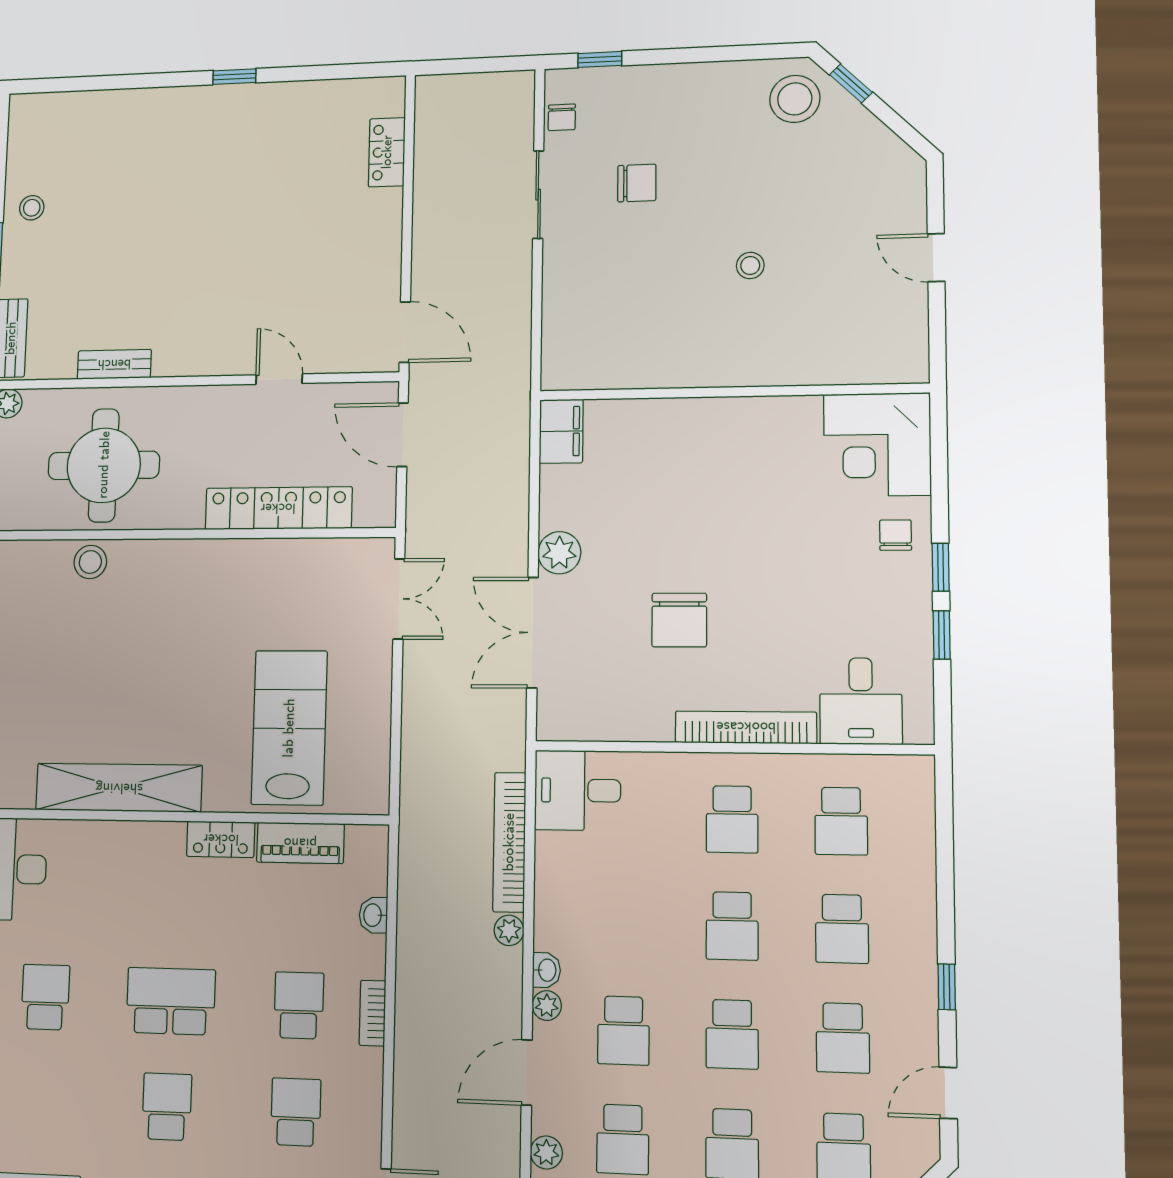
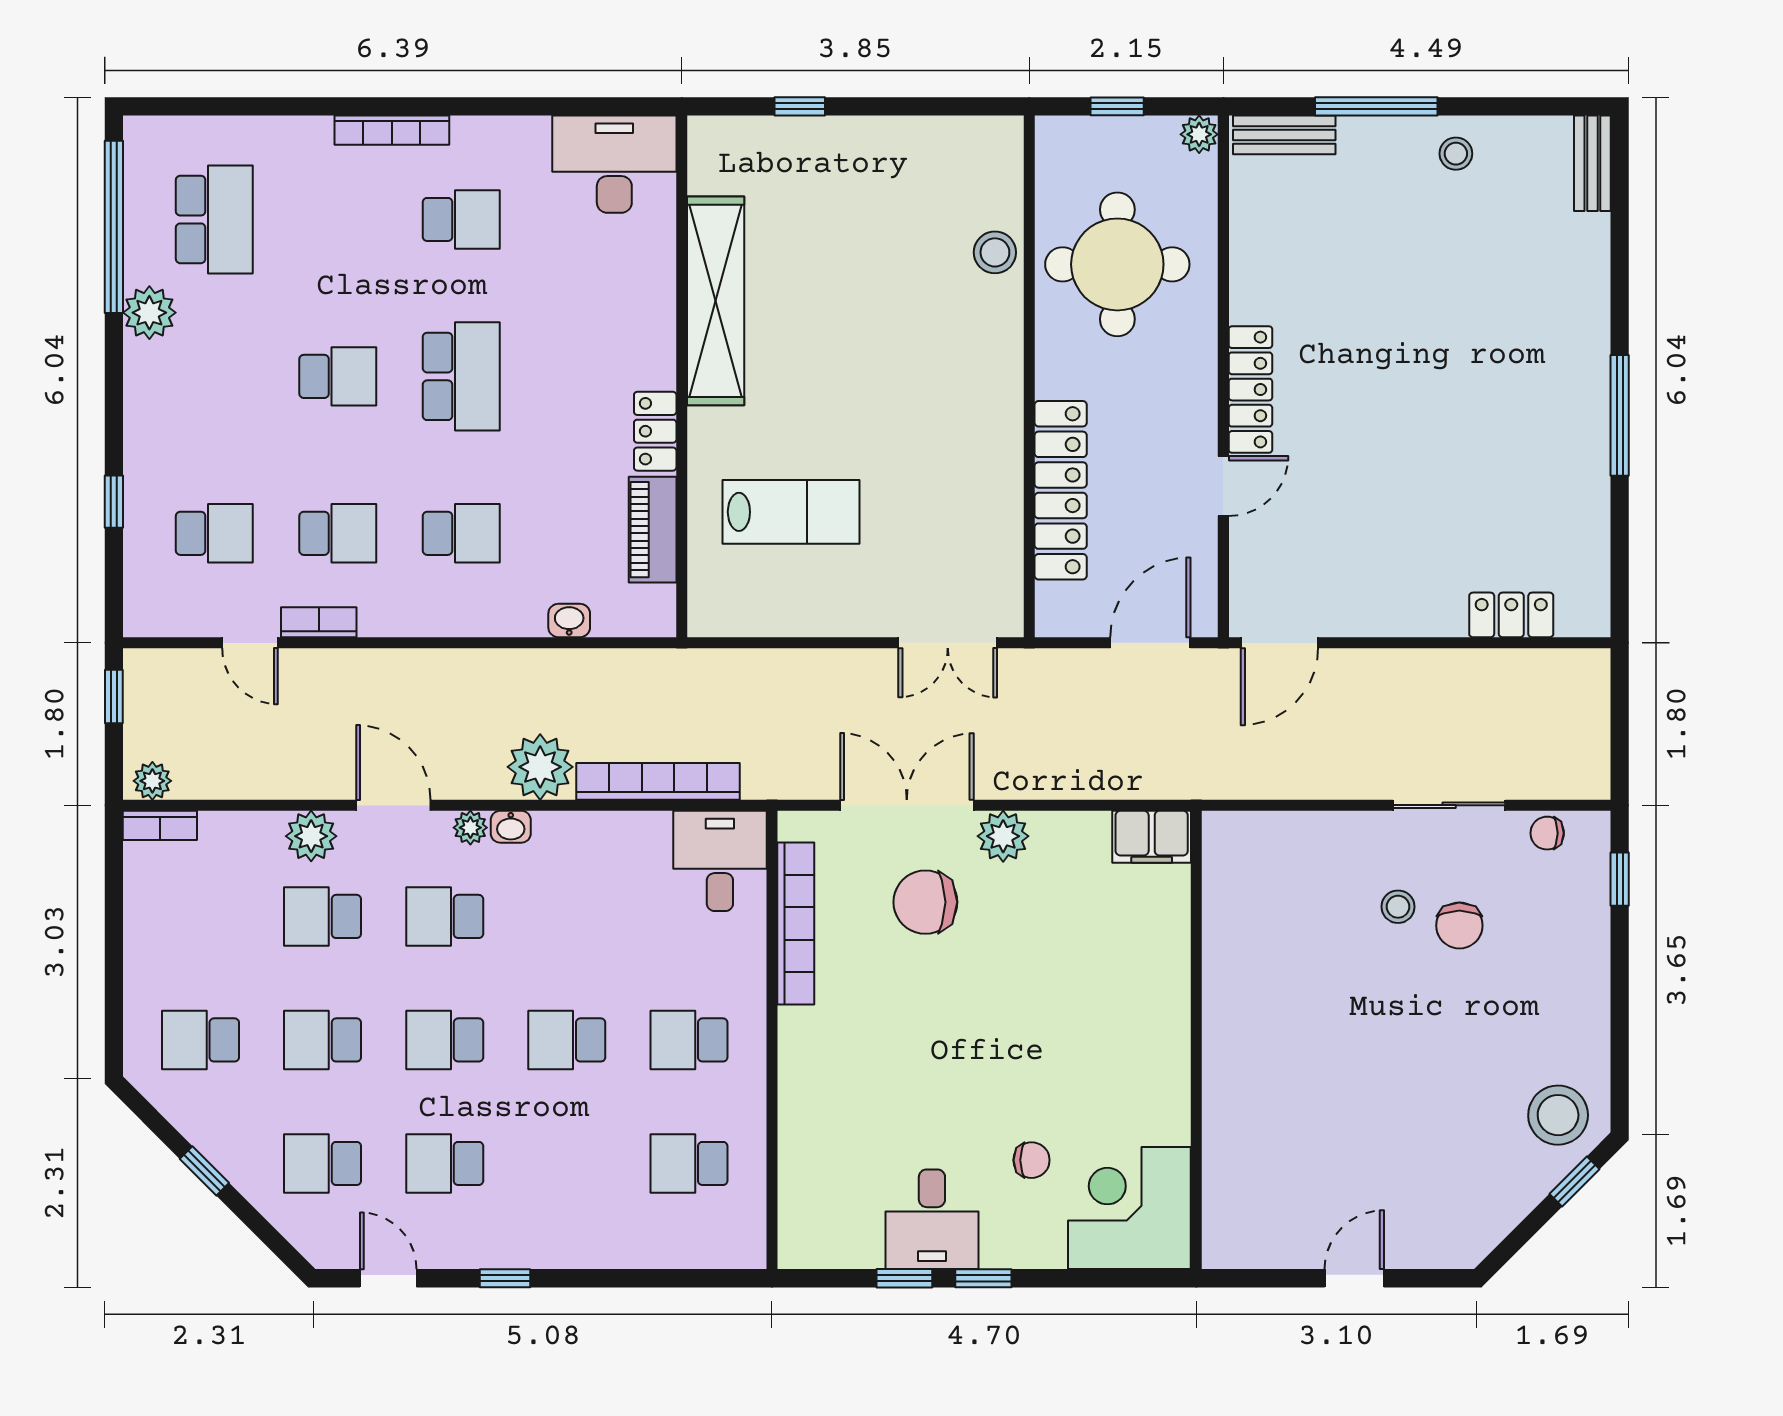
window: (234, 77) -> (1620, 415), width x2.17
stool: (750, 265) -> (1398, 907), moved
locker: (204, 360) -> (1250, 390), added
bench: (114, 364) -> (1592, 163), moved
chair: (896, 535) -> (1032, 1160), moved
chair: (679, 620) -> (925, 902), moved
desk: (861, 701) -> (932, 1219), moved, turned -90
bookcase: (746, 727) -> (796, 923), moved
lab bench: (289, 728) -> (791, 512), width x0.73, depth x0.72
school desk: (842, 929) -> (567, 1163), removed
plant: (509, 930) -> (540, 767), width x1.87, depth x1.87
bookcase: (372, 1013) -> (319, 622), moved
plant: (546, 1152) -> (311, 836), width x1.38, depth x1.38

